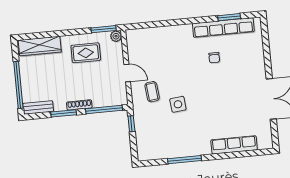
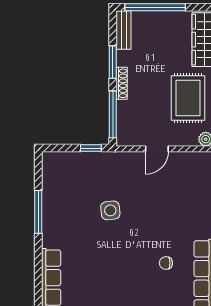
rug: (86, 53) -> (188, 98), width x1.36, depth x1.43
coffee table: (152, 92) -> (130, 179), removed

